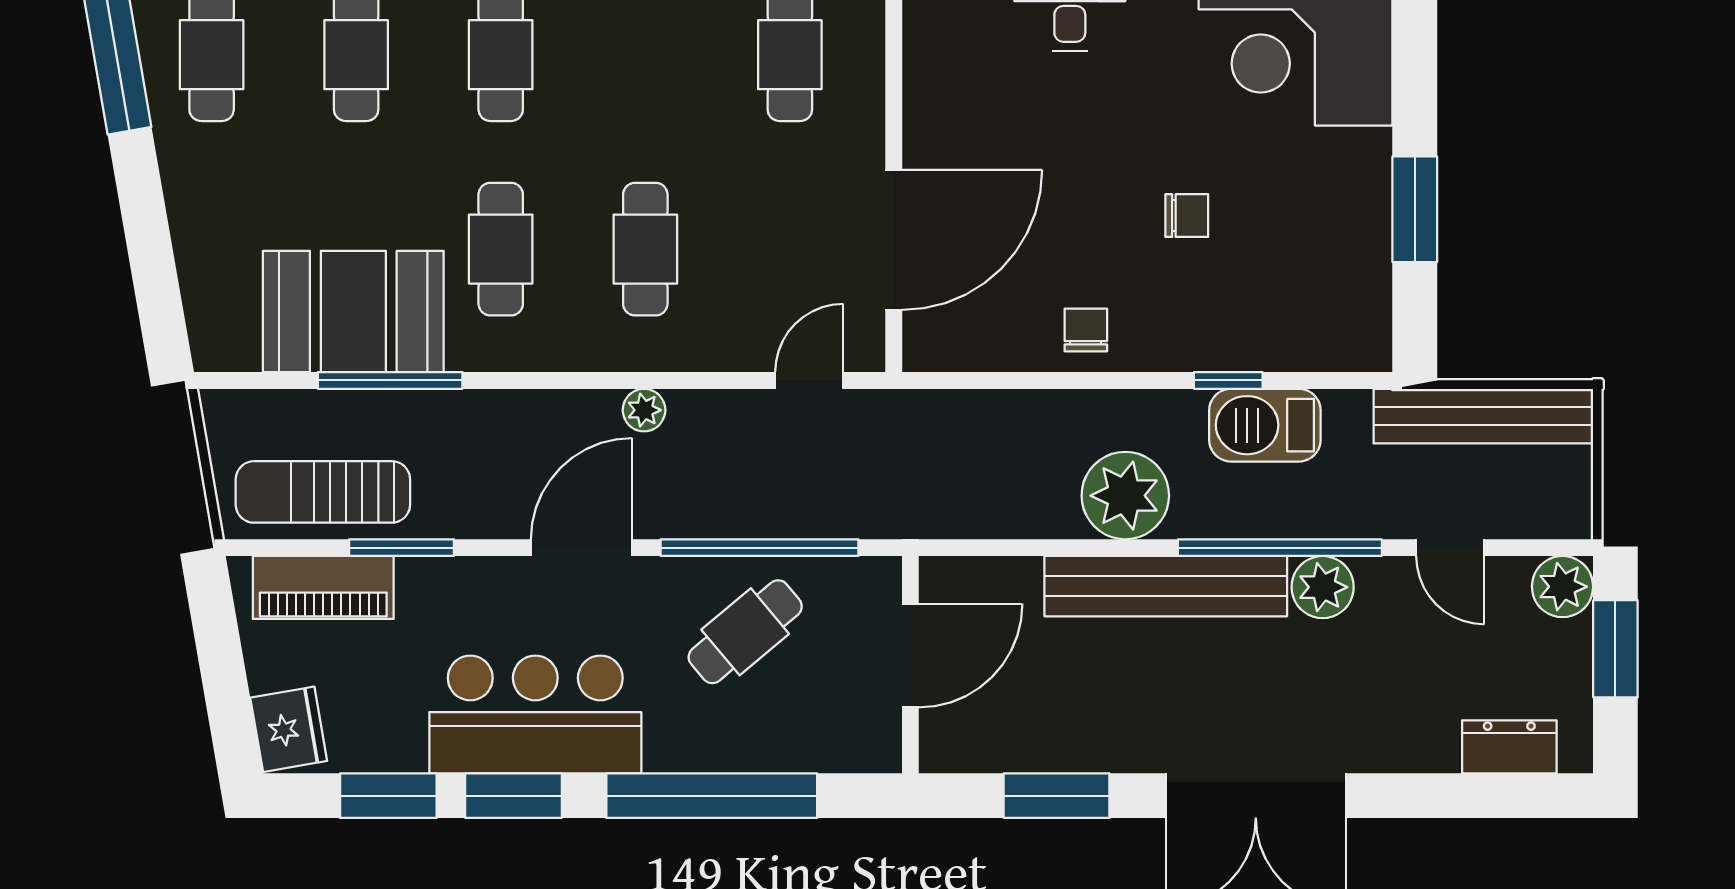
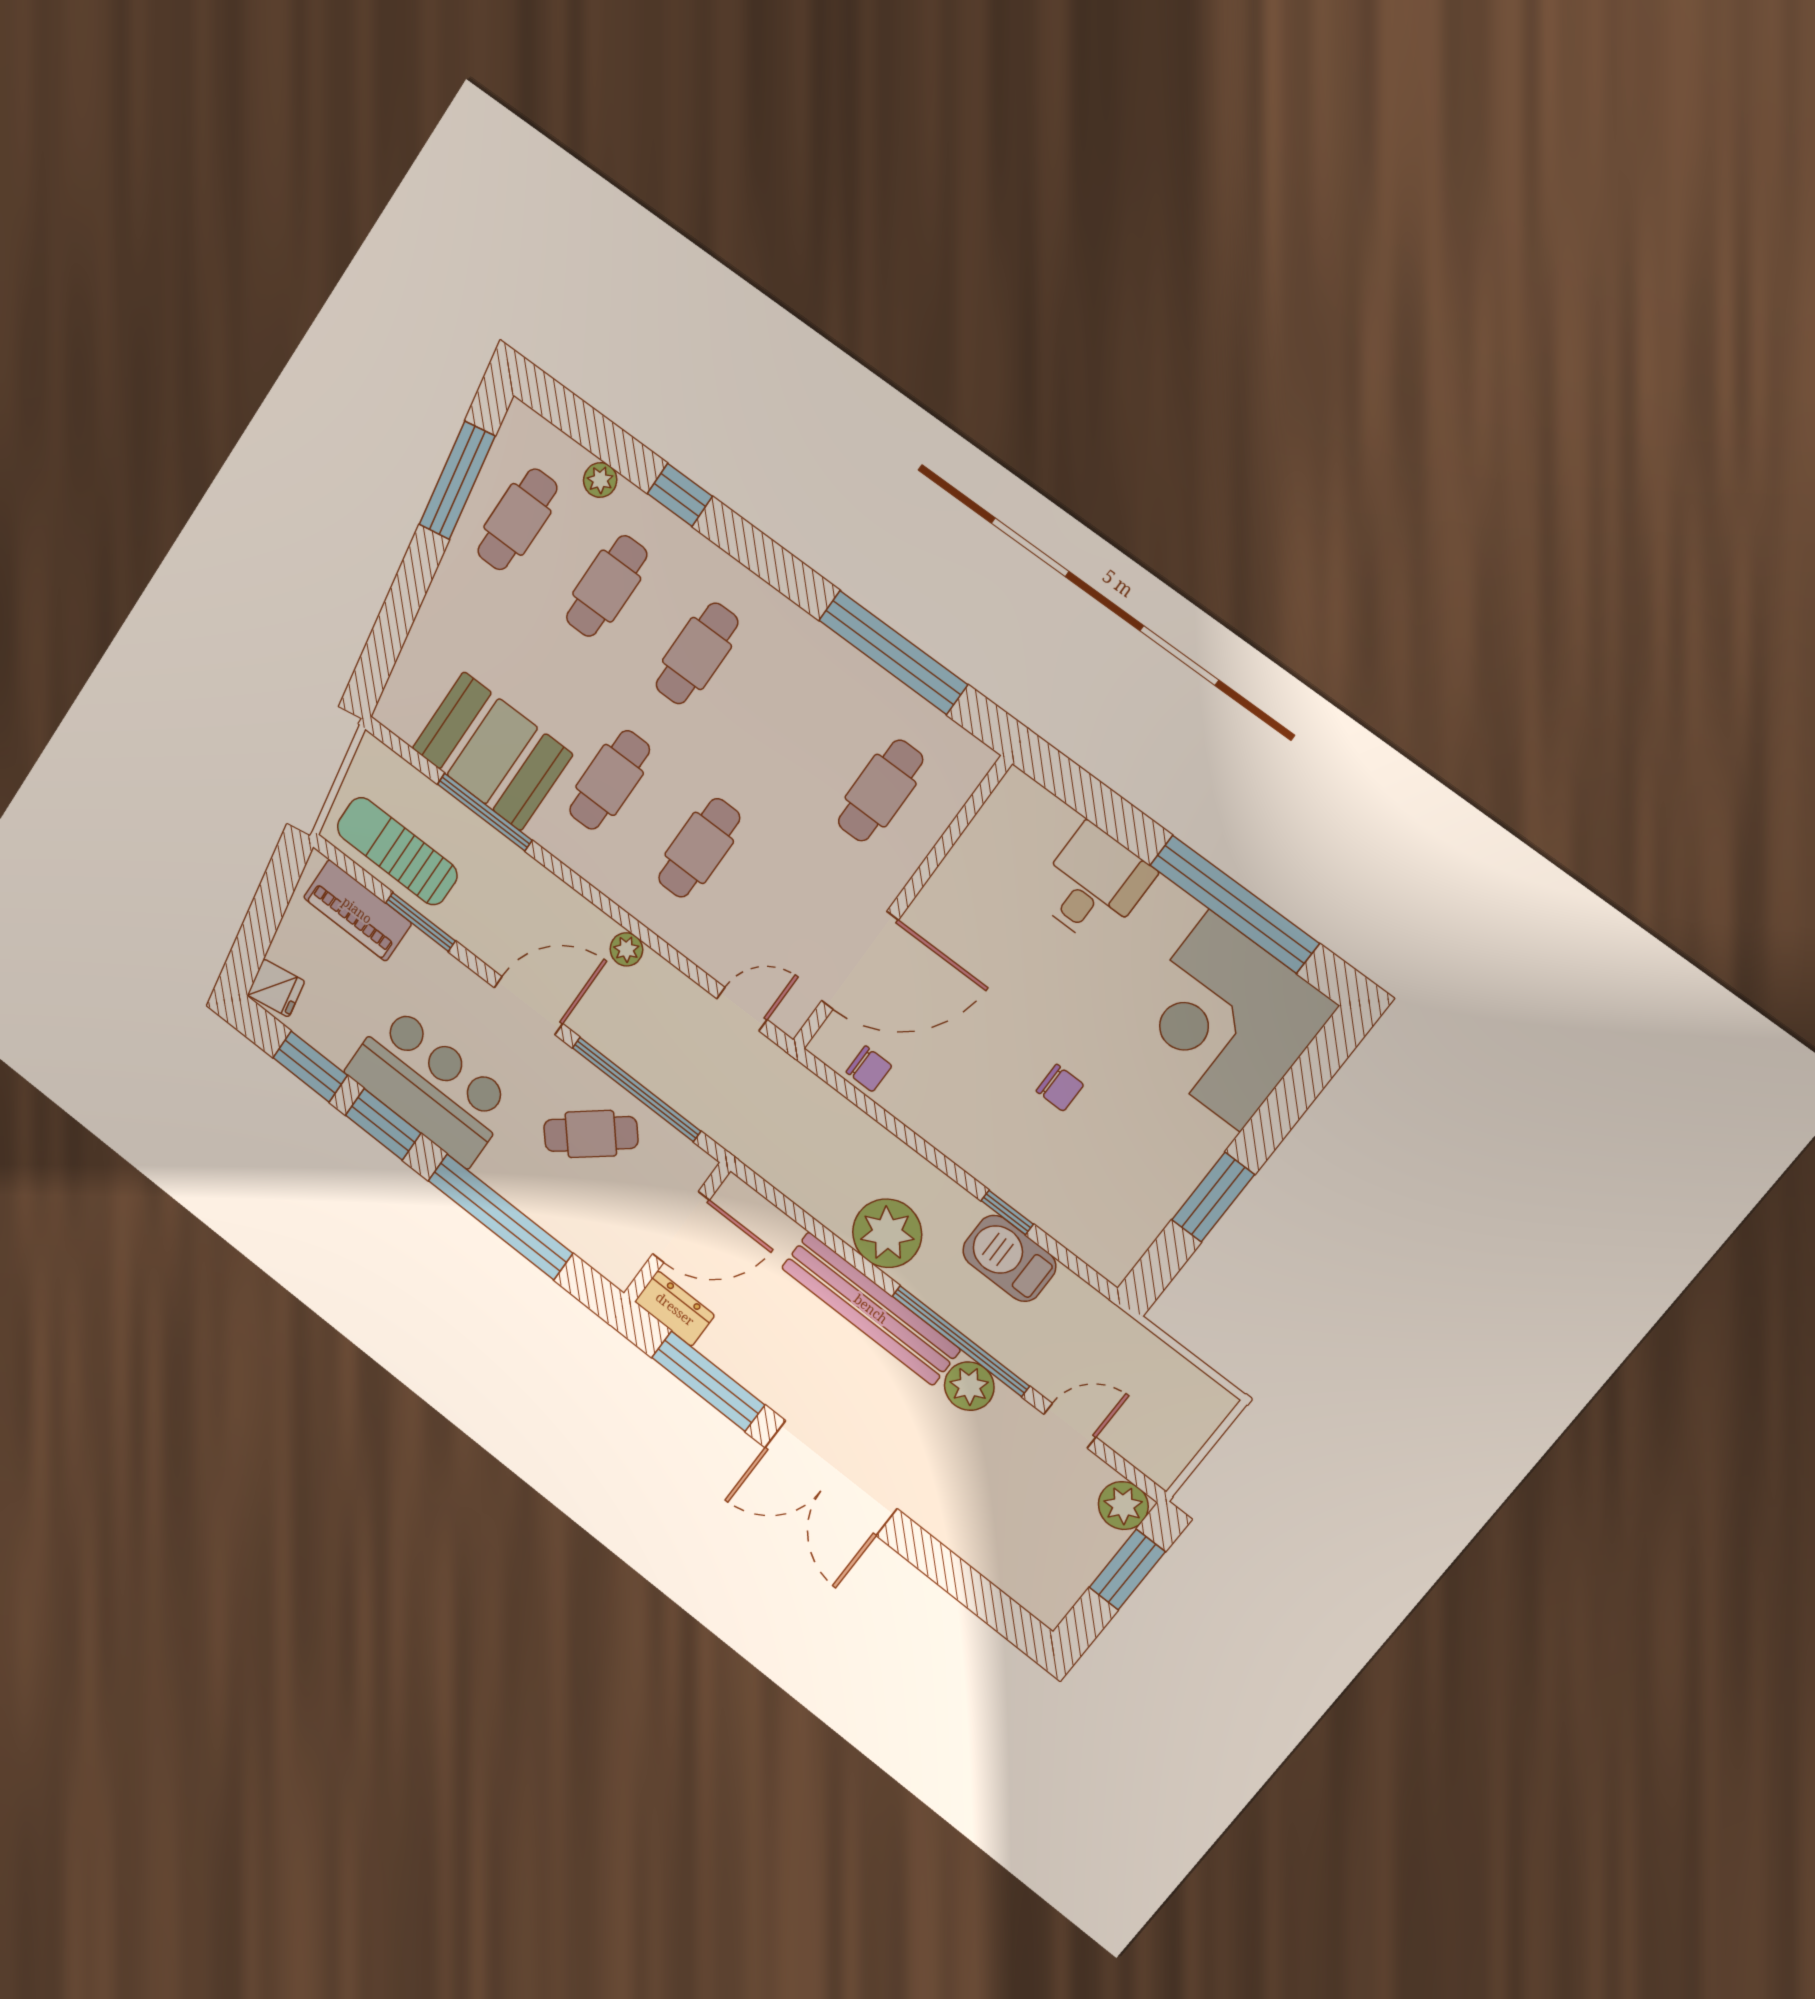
chair: (1086, 330) -> (869, 1069), moved, turned 90
bench: (1483, 416) -> (1155, 1362), removed
door: (1450, 548) -> (1070, 1426), swing flipped
fridge: (289, 729) -> (276, 988), width x0.72
dresser: (1509, 747) -> (675, 1309), moved
window: (1057, 796) -> (708, 1381), width x1.44

